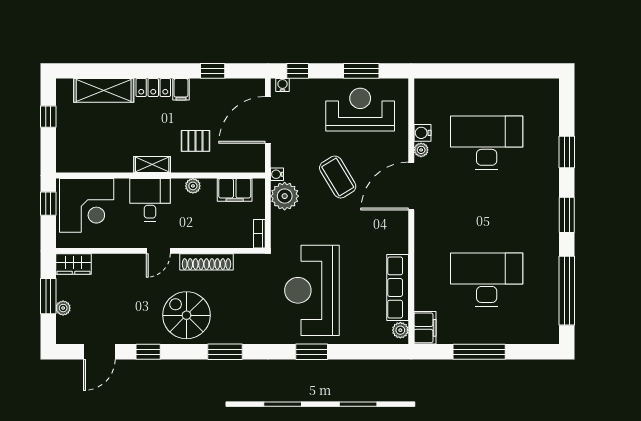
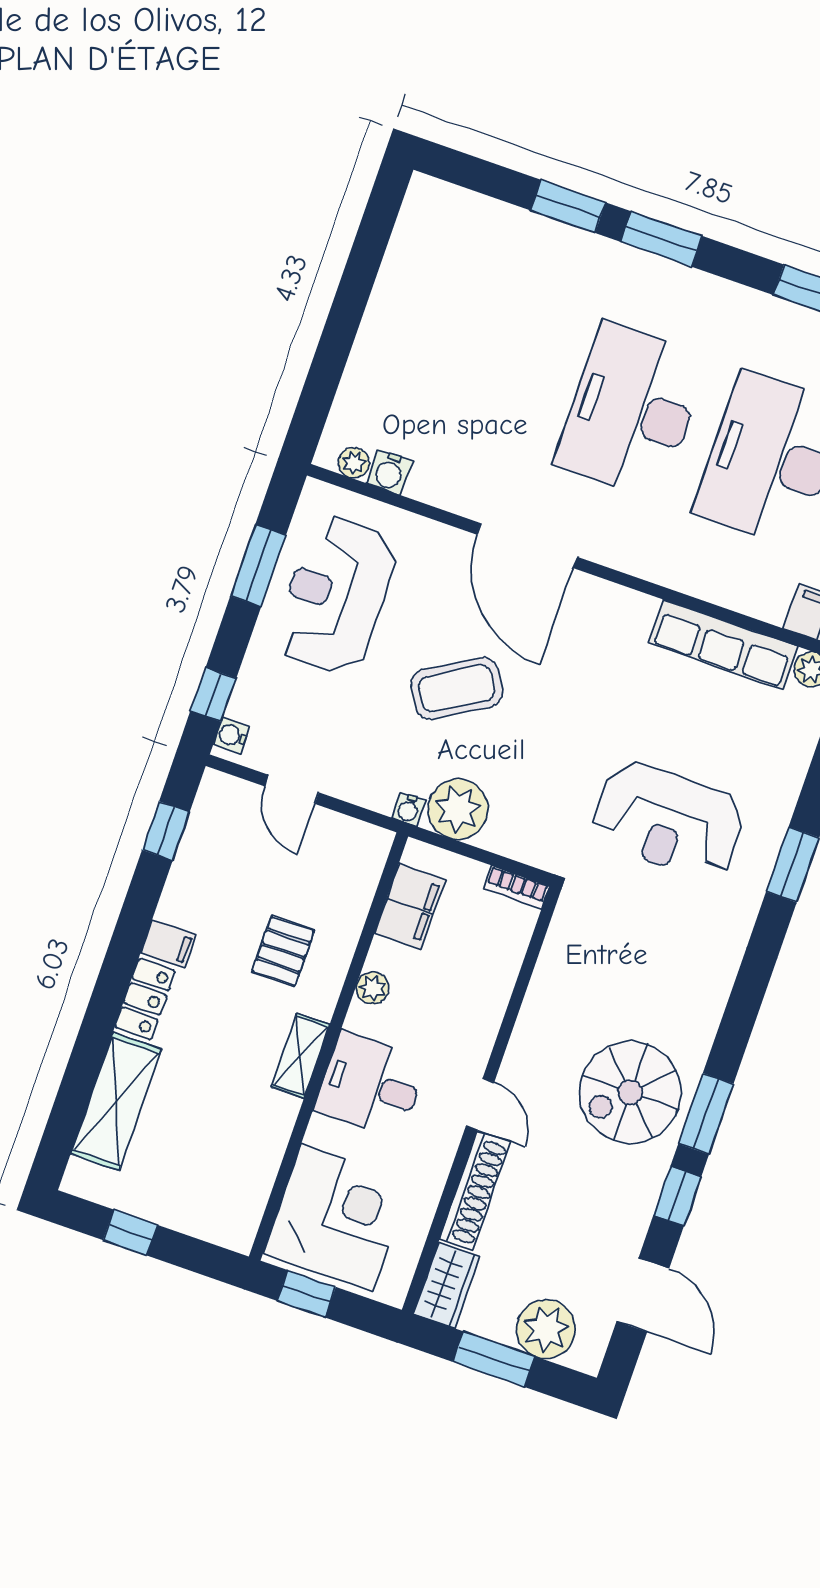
window: (213, 71) -> (166, 831), moved
door: (268, 120) -> (292, 789), width x0.53
water cooler: (422, 133) -> (389, 472), moved
desk: (487, 143) -> (631, 411), moved
plant: (421, 150) -> (354, 463), moved
window: (567, 215) -> (661, 239), moved
shoe rack: (206, 262) -> (475, 1191), moved
reception desk: (312, 290) -> (668, 820), width x0.74, depth x0.77
plant: (63, 308) -> (546, 1329), width x1.88, depth x1.88
window: (225, 352) -> (706, 1114), moved

